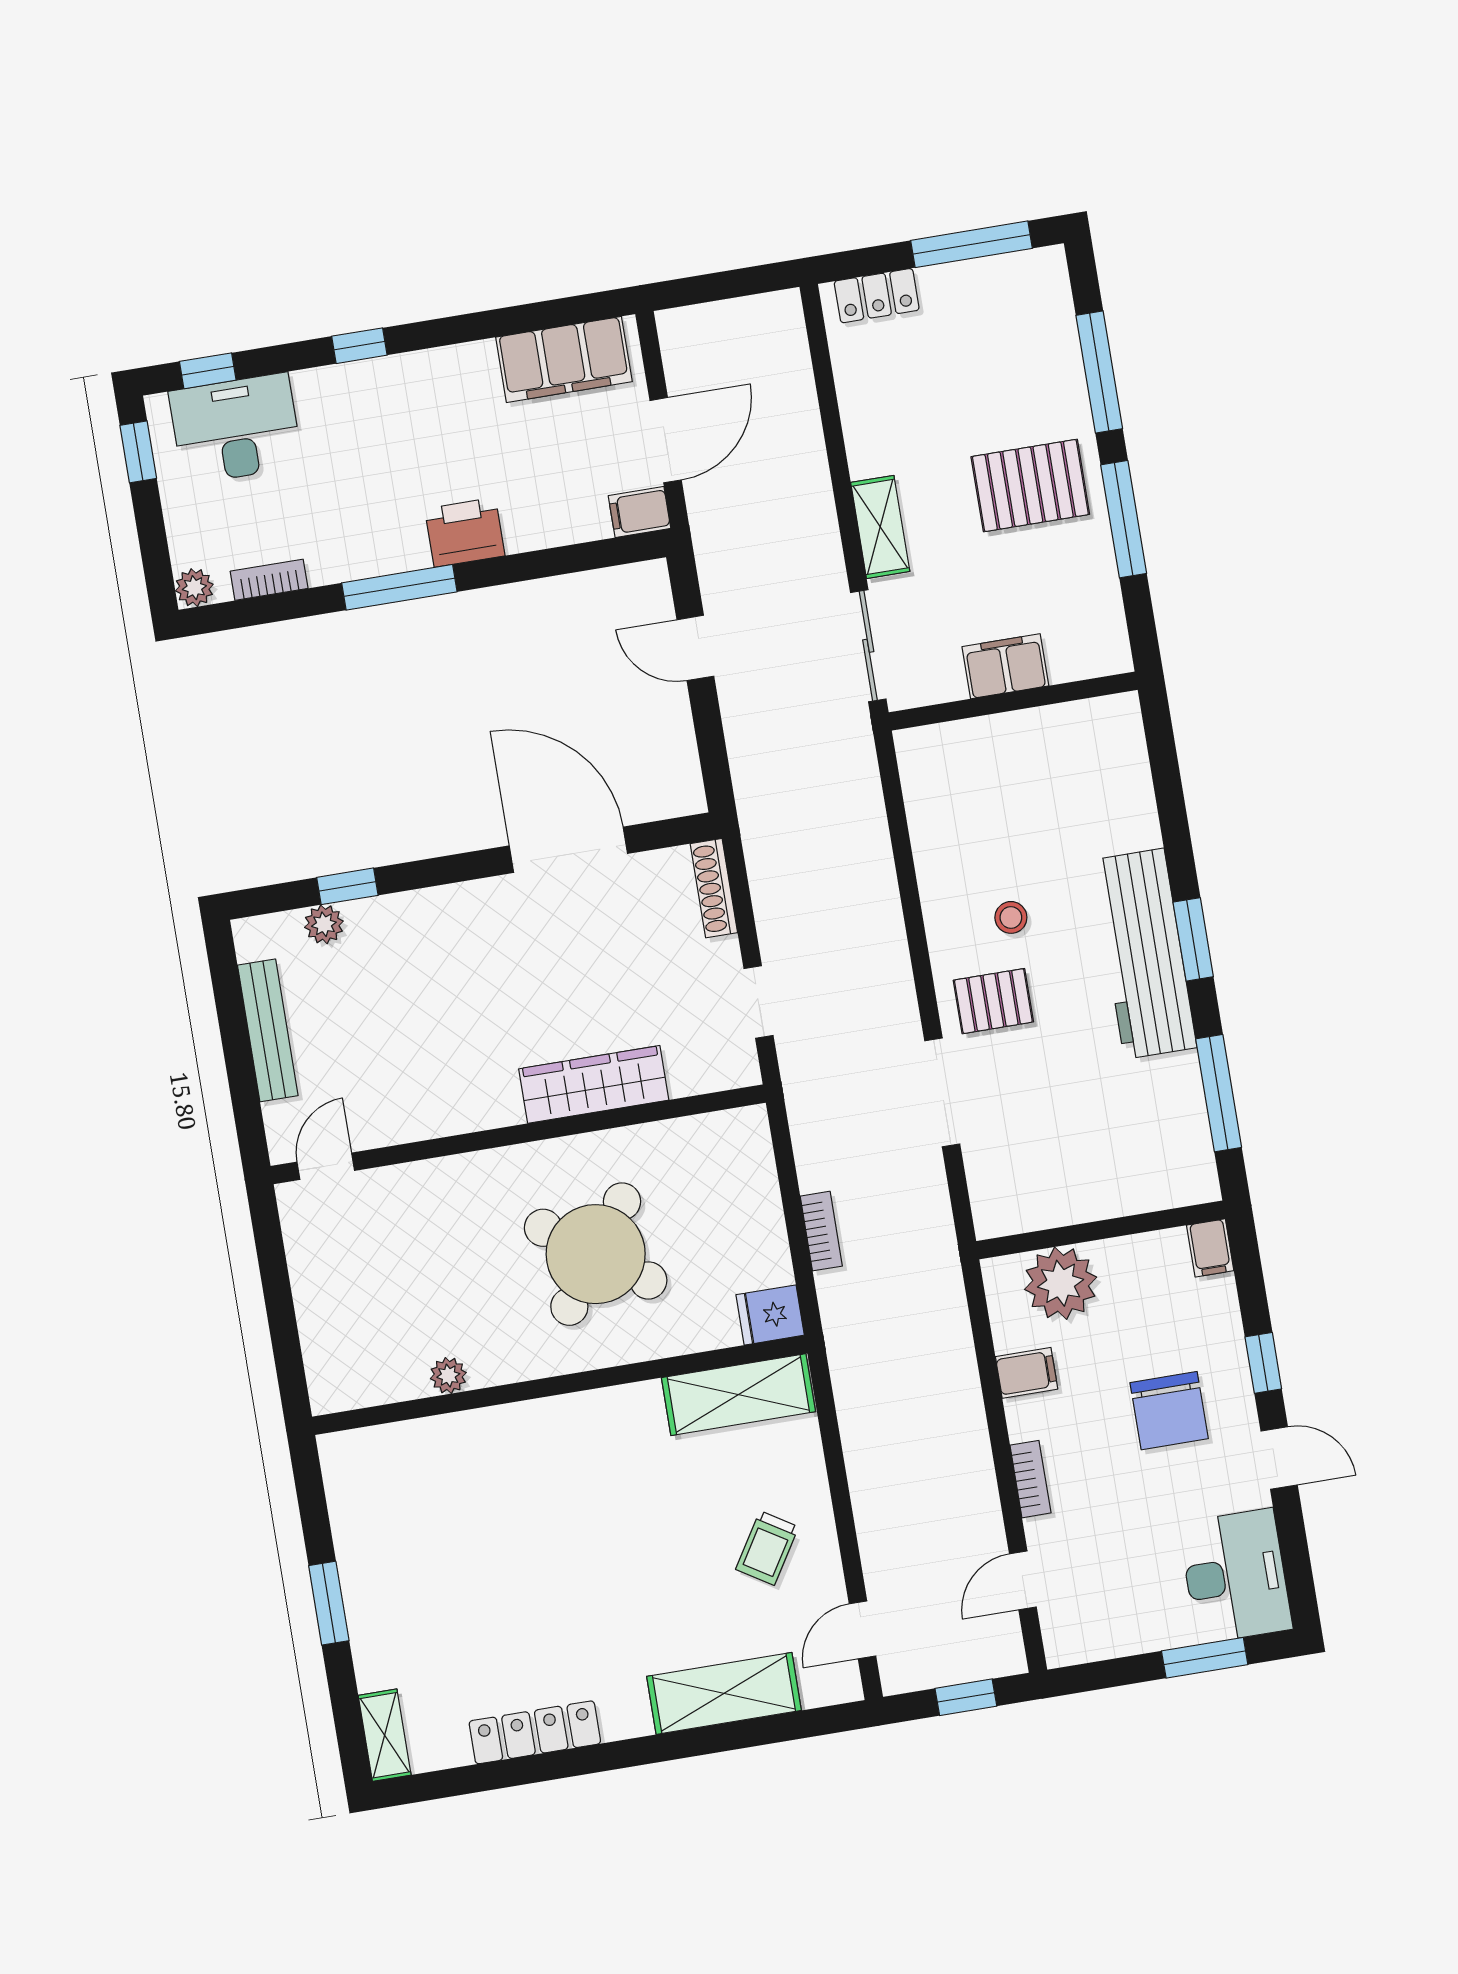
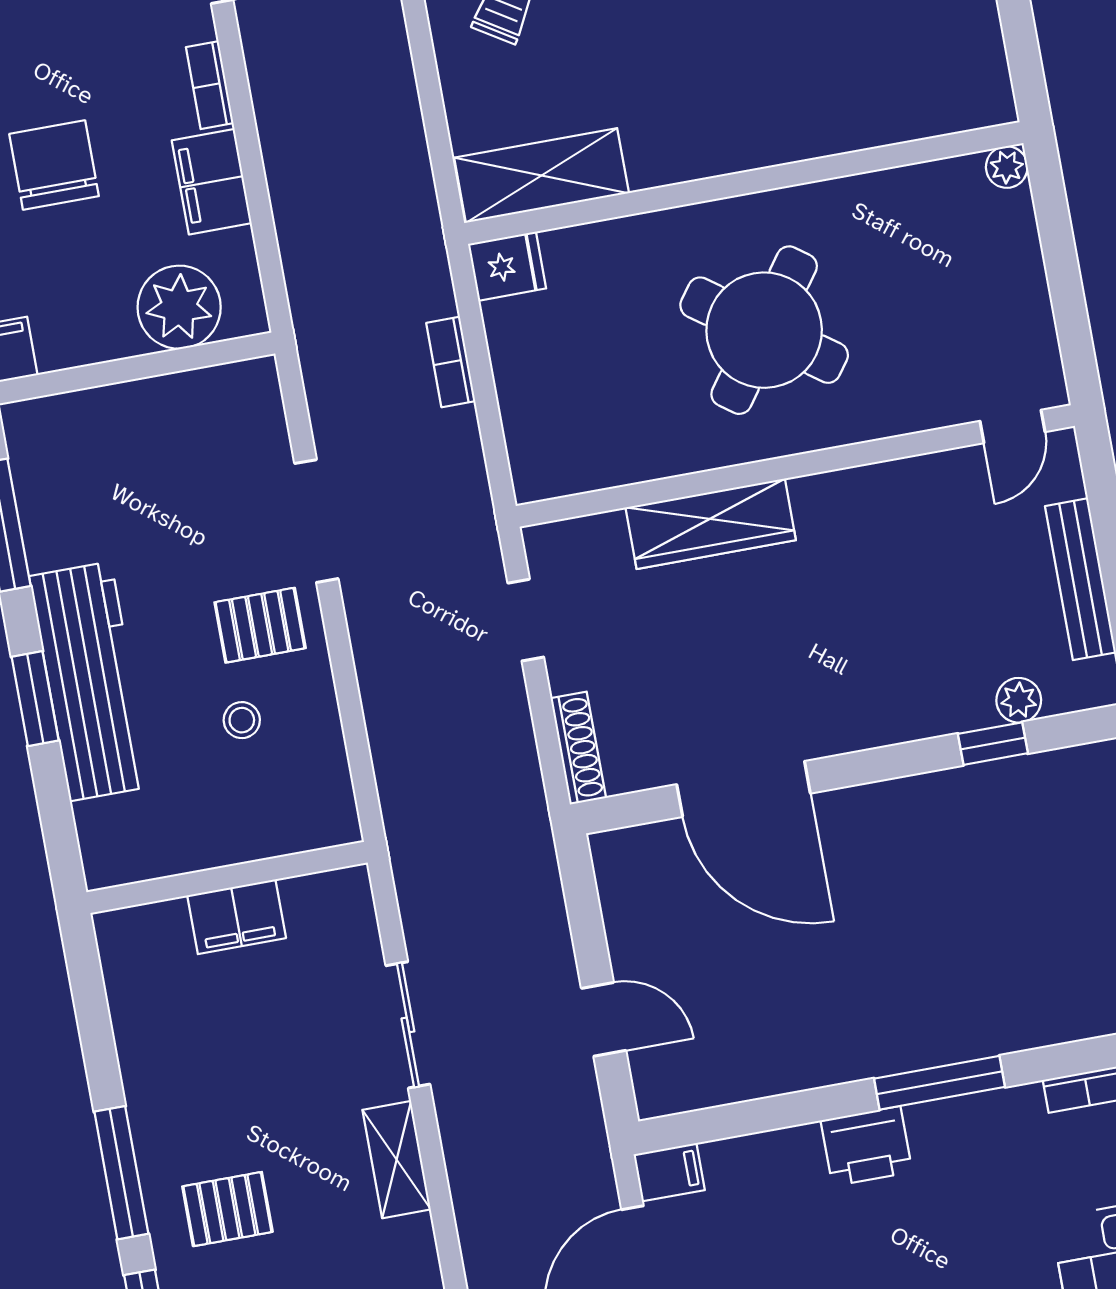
pallet: (1030, 486) -> (227, 1209), width x0.67, depth x0.71
filing cabinet: (1005, 666) -> (237, 917), moved
wall: (1013, 701) -> (227, 877), moved
round table: (596, 1254) -> (764, 330), moved
filing cabinet: (1027, 1373) -> (212, 182), width x2.00
plant: (448, 1376) -> (1007, 167), moved

